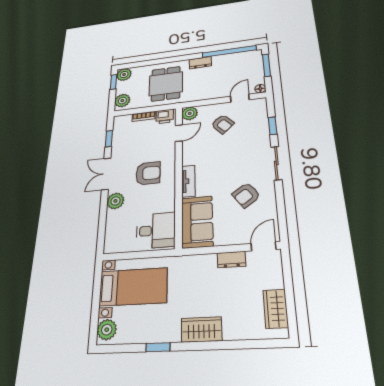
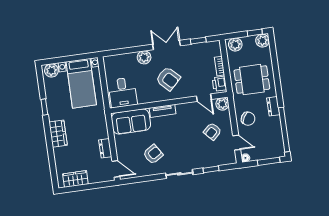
chair: (212, 87) -> (248, 119), added
armchair: (148, 173) -> (168, 79), turned -45
armchair: (246, 195) -> (153, 154), turned 93

